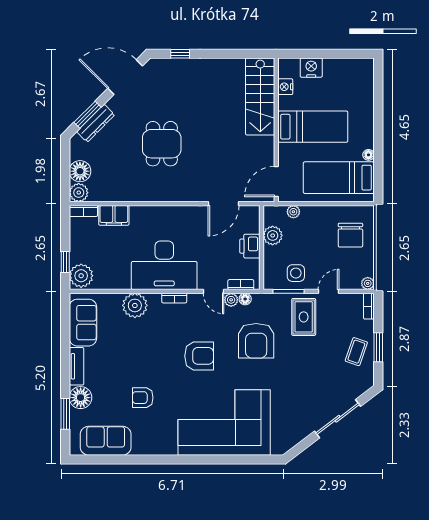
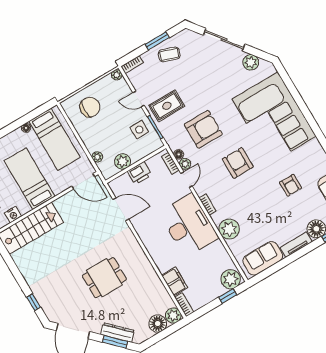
plant: (297, 433) -> (251, 62), added

